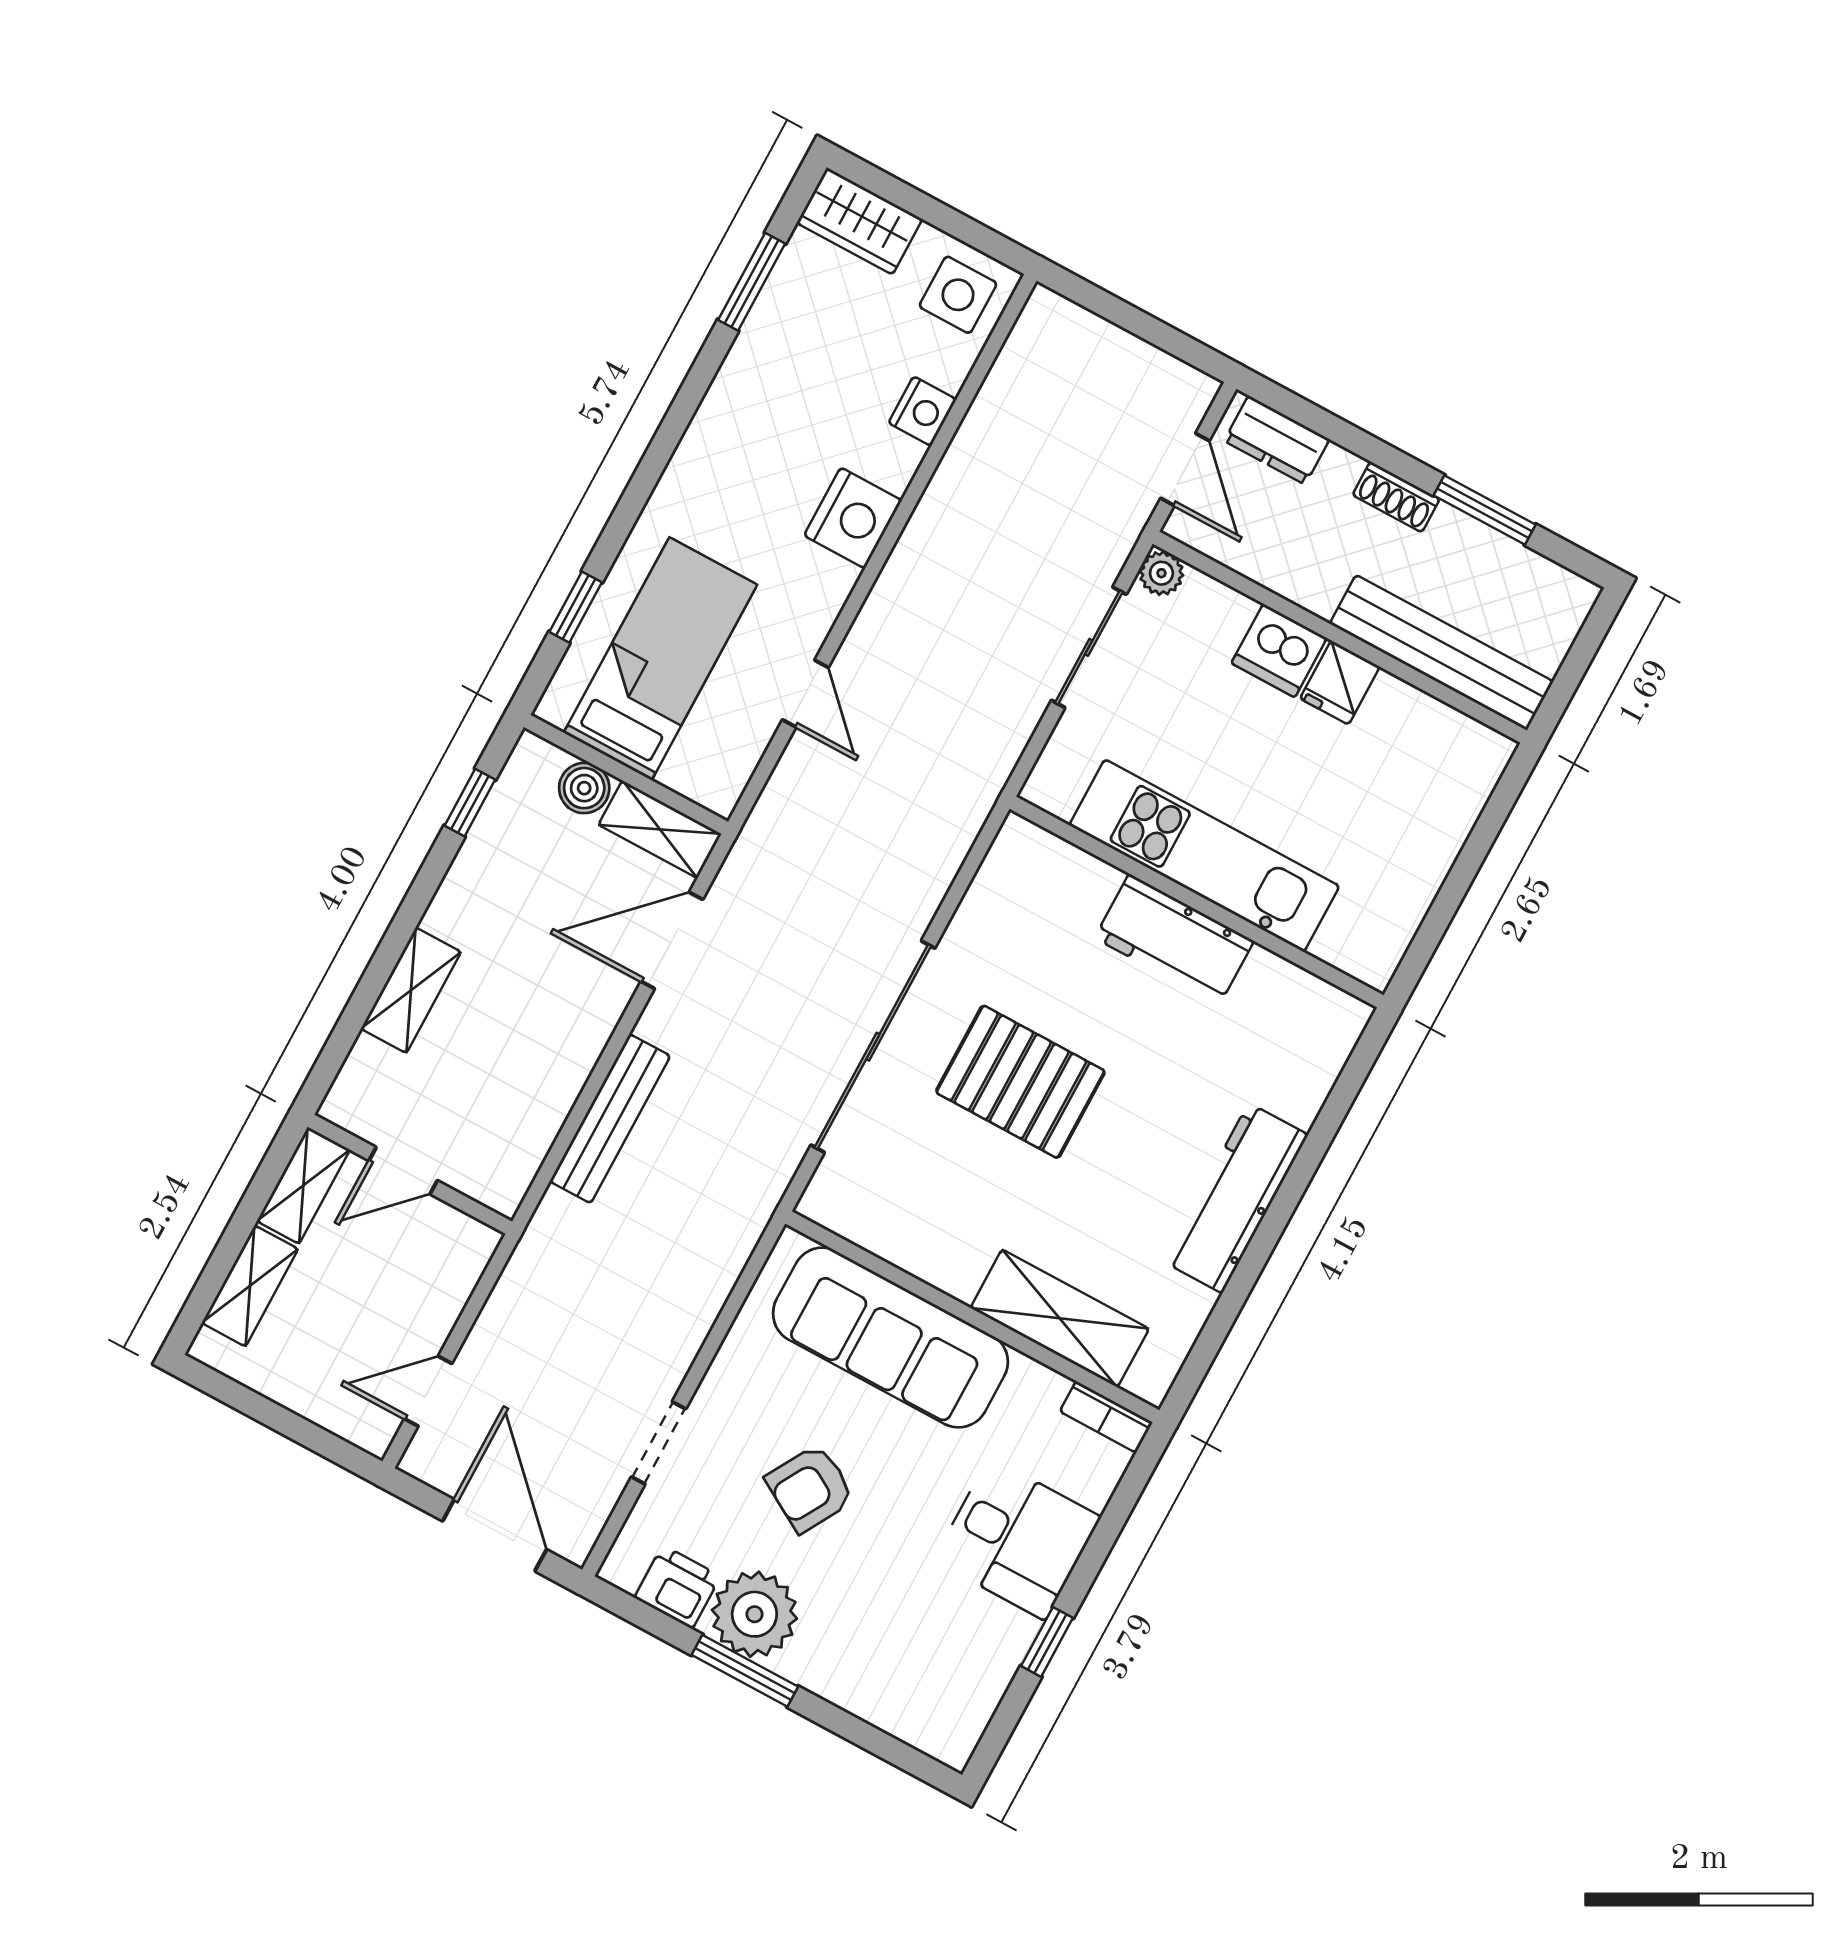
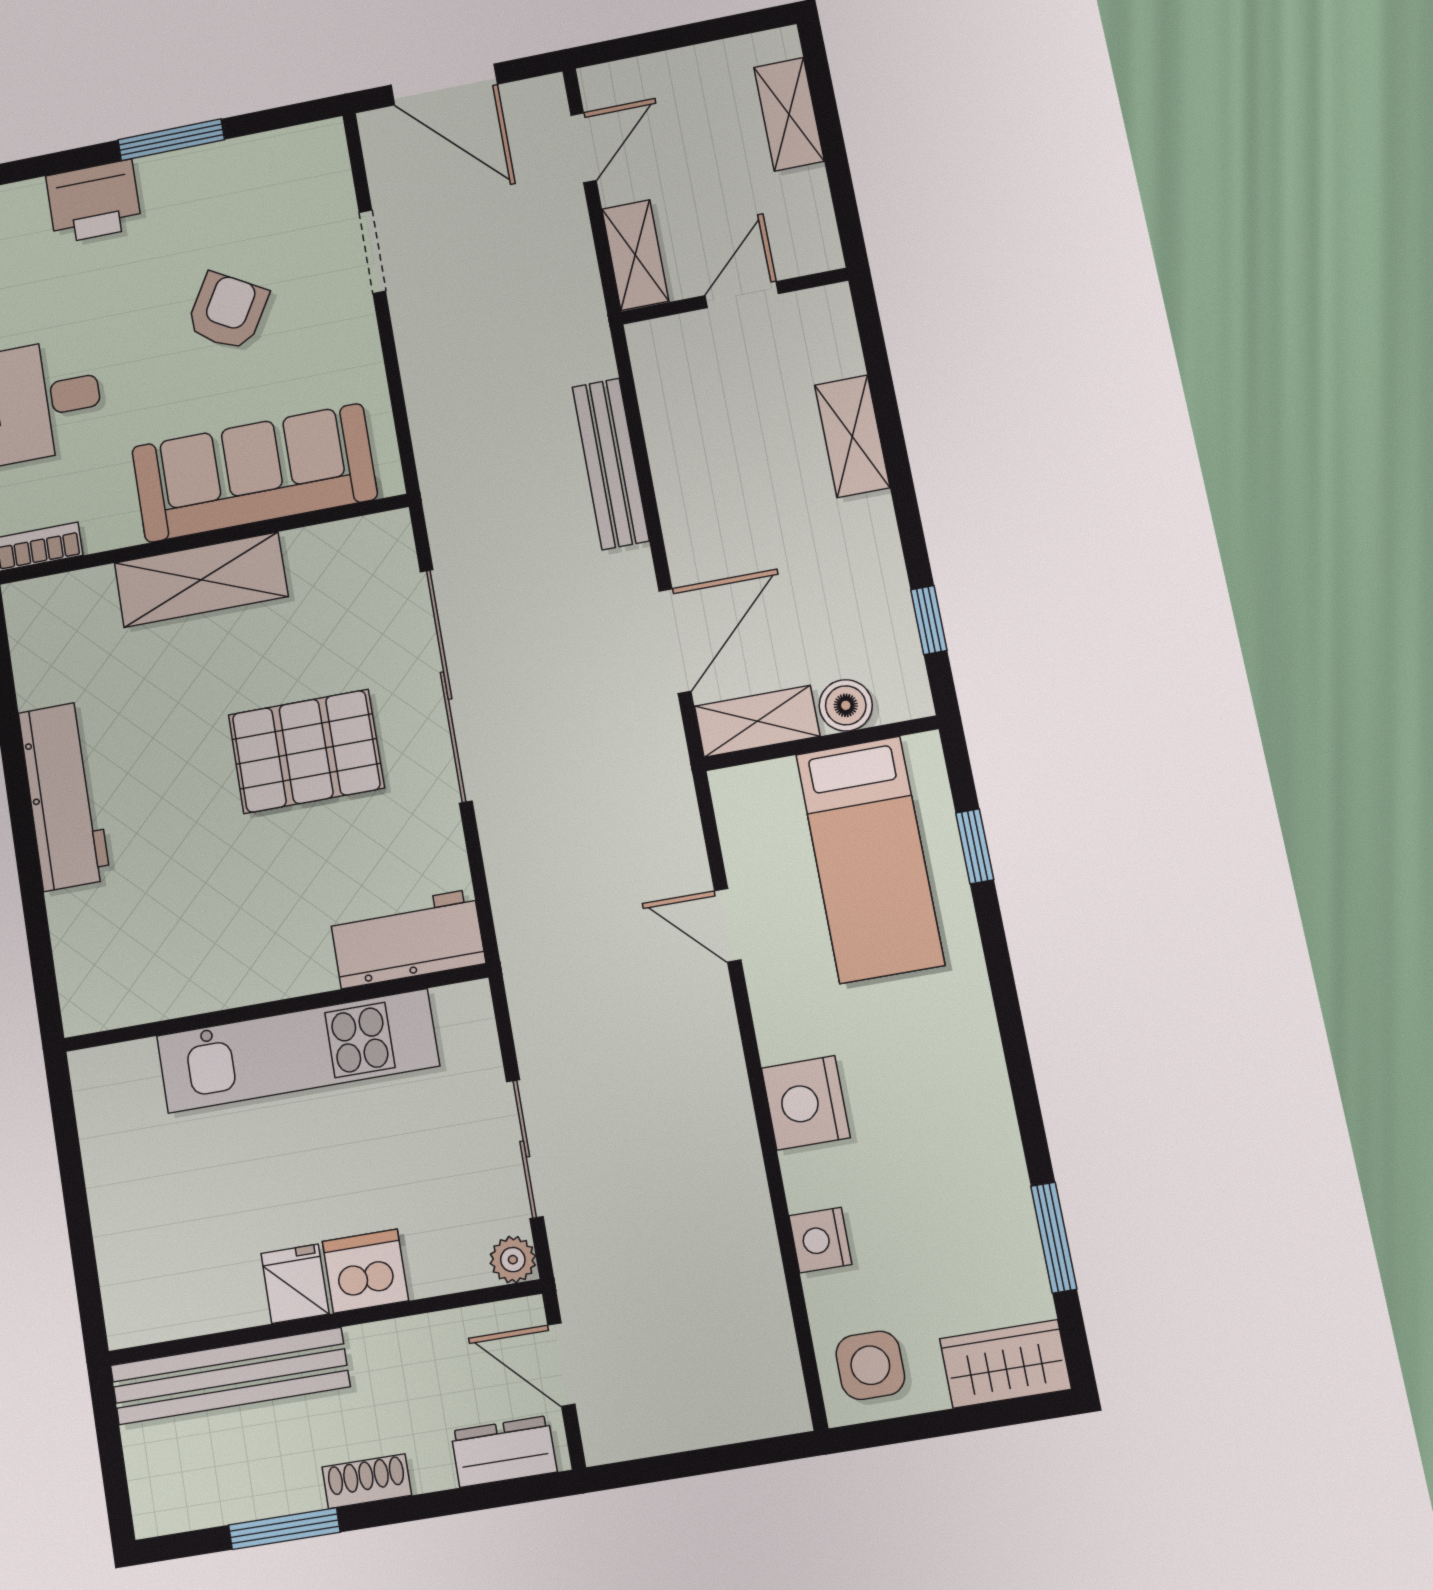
workbench: (1174, 939) -> (407, 939), moved
shelving: (303, 1185) -> (635, 255), moved
shelving: (1060, 1318) -> (201, 580), moved
printer: (678, 1587) -> (94, 202), moved, width x1.36, depth x1.24
plant: (754, 1614) -> (197, 186), removed

